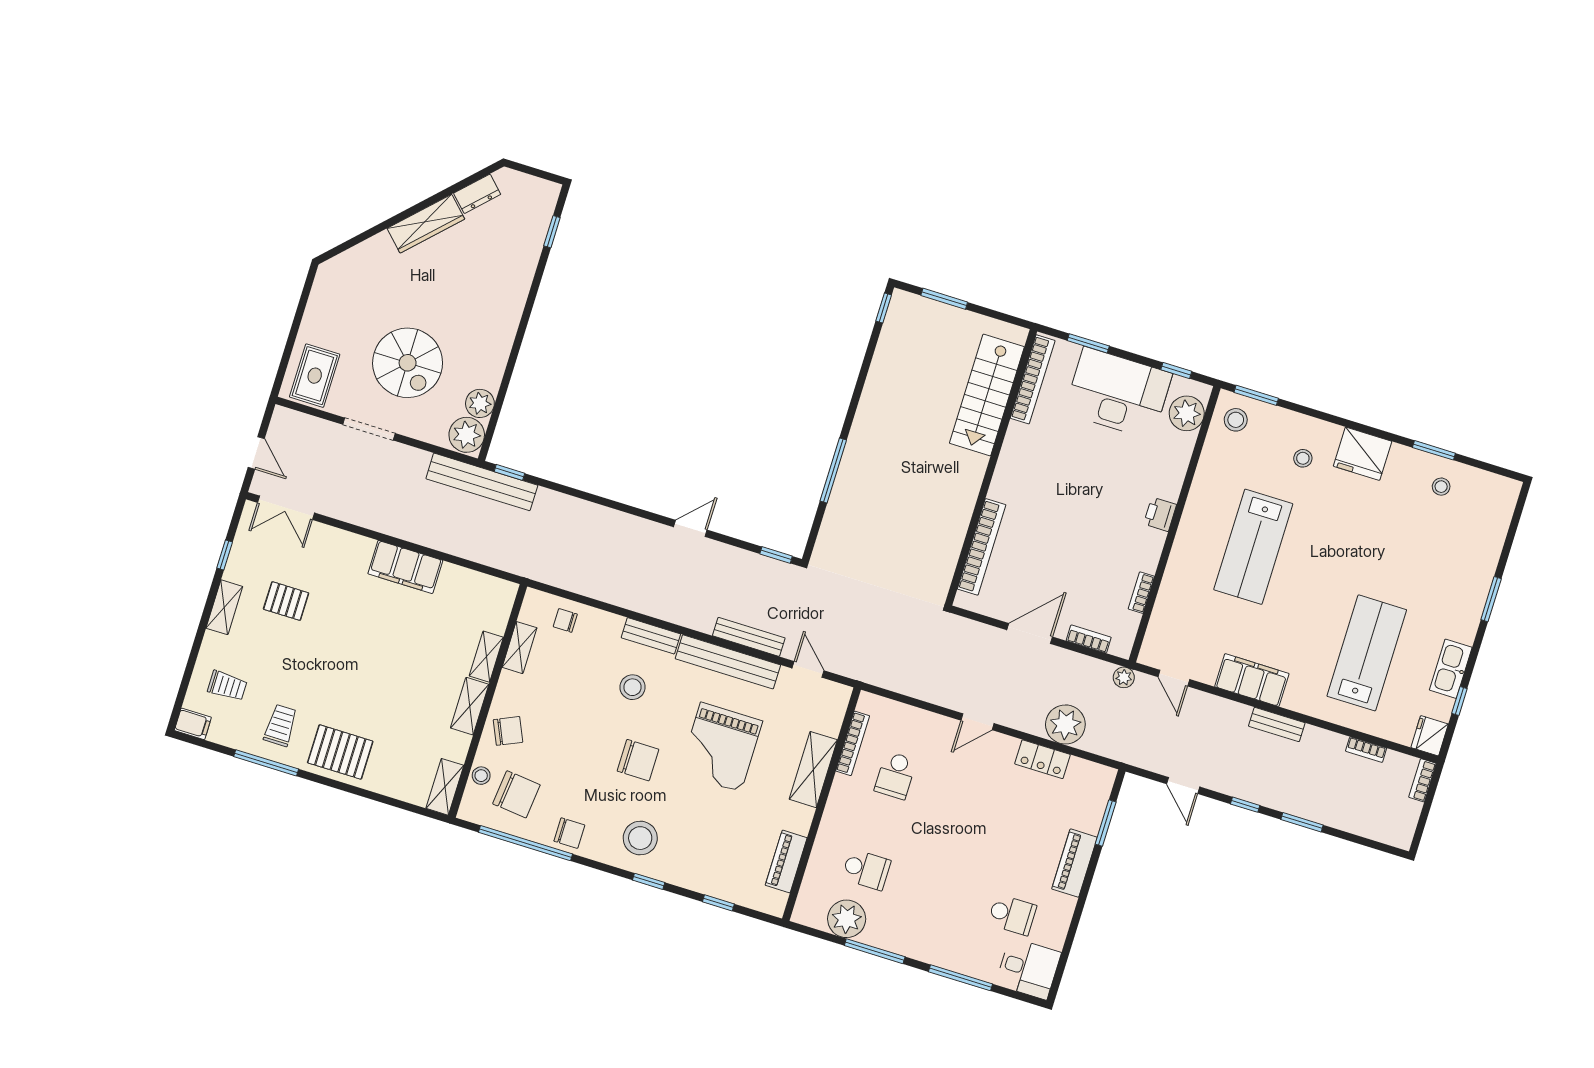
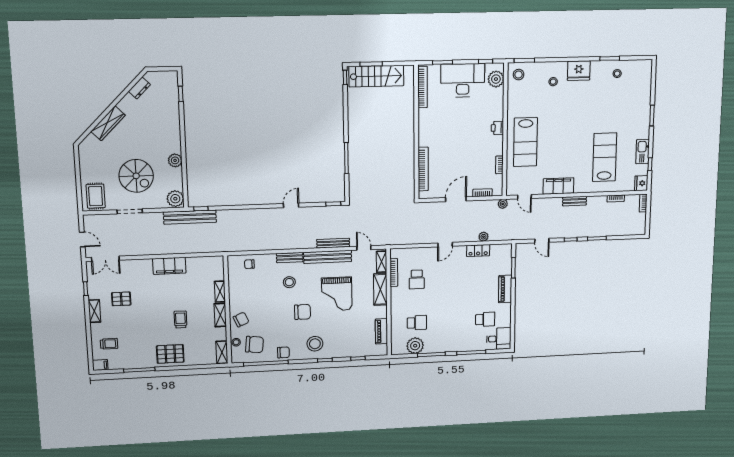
wardrobe: (426, 224) -> (108, 123), moved
stairs: (987, 395) -> (376, 76), moved, turned -90
plant: (480, 403) -> (175, 160), moved
lab bench: (1253, 547) -> (525, 142), moved
shelving: (520, 648) -> (382, 262), moved
plant: (1065, 724) -> (483, 237), width x0.53, depth x0.53
trolley: (281, 725) -> (180, 319), moved

